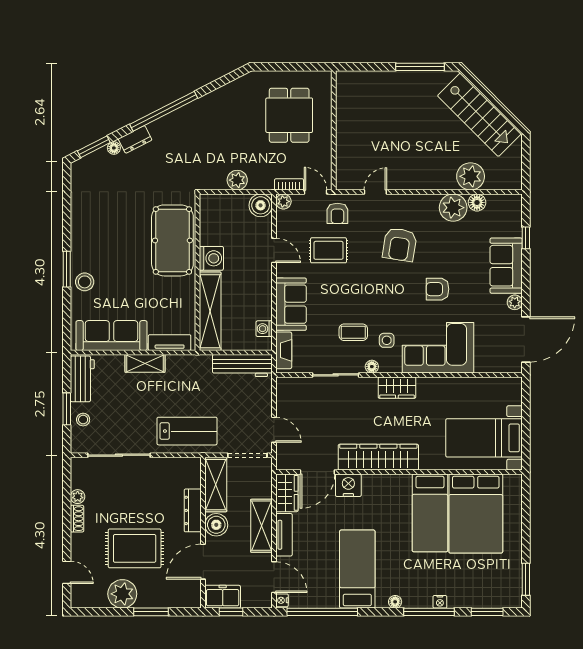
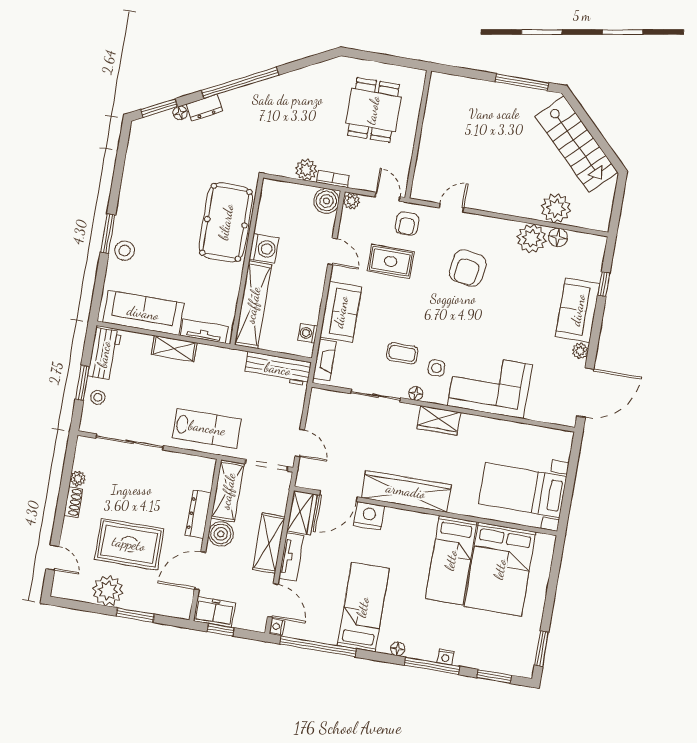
bookcase: (289, 184) -> (333, 179), moved
armchair: (438, 289) -> (500, 323), removed

